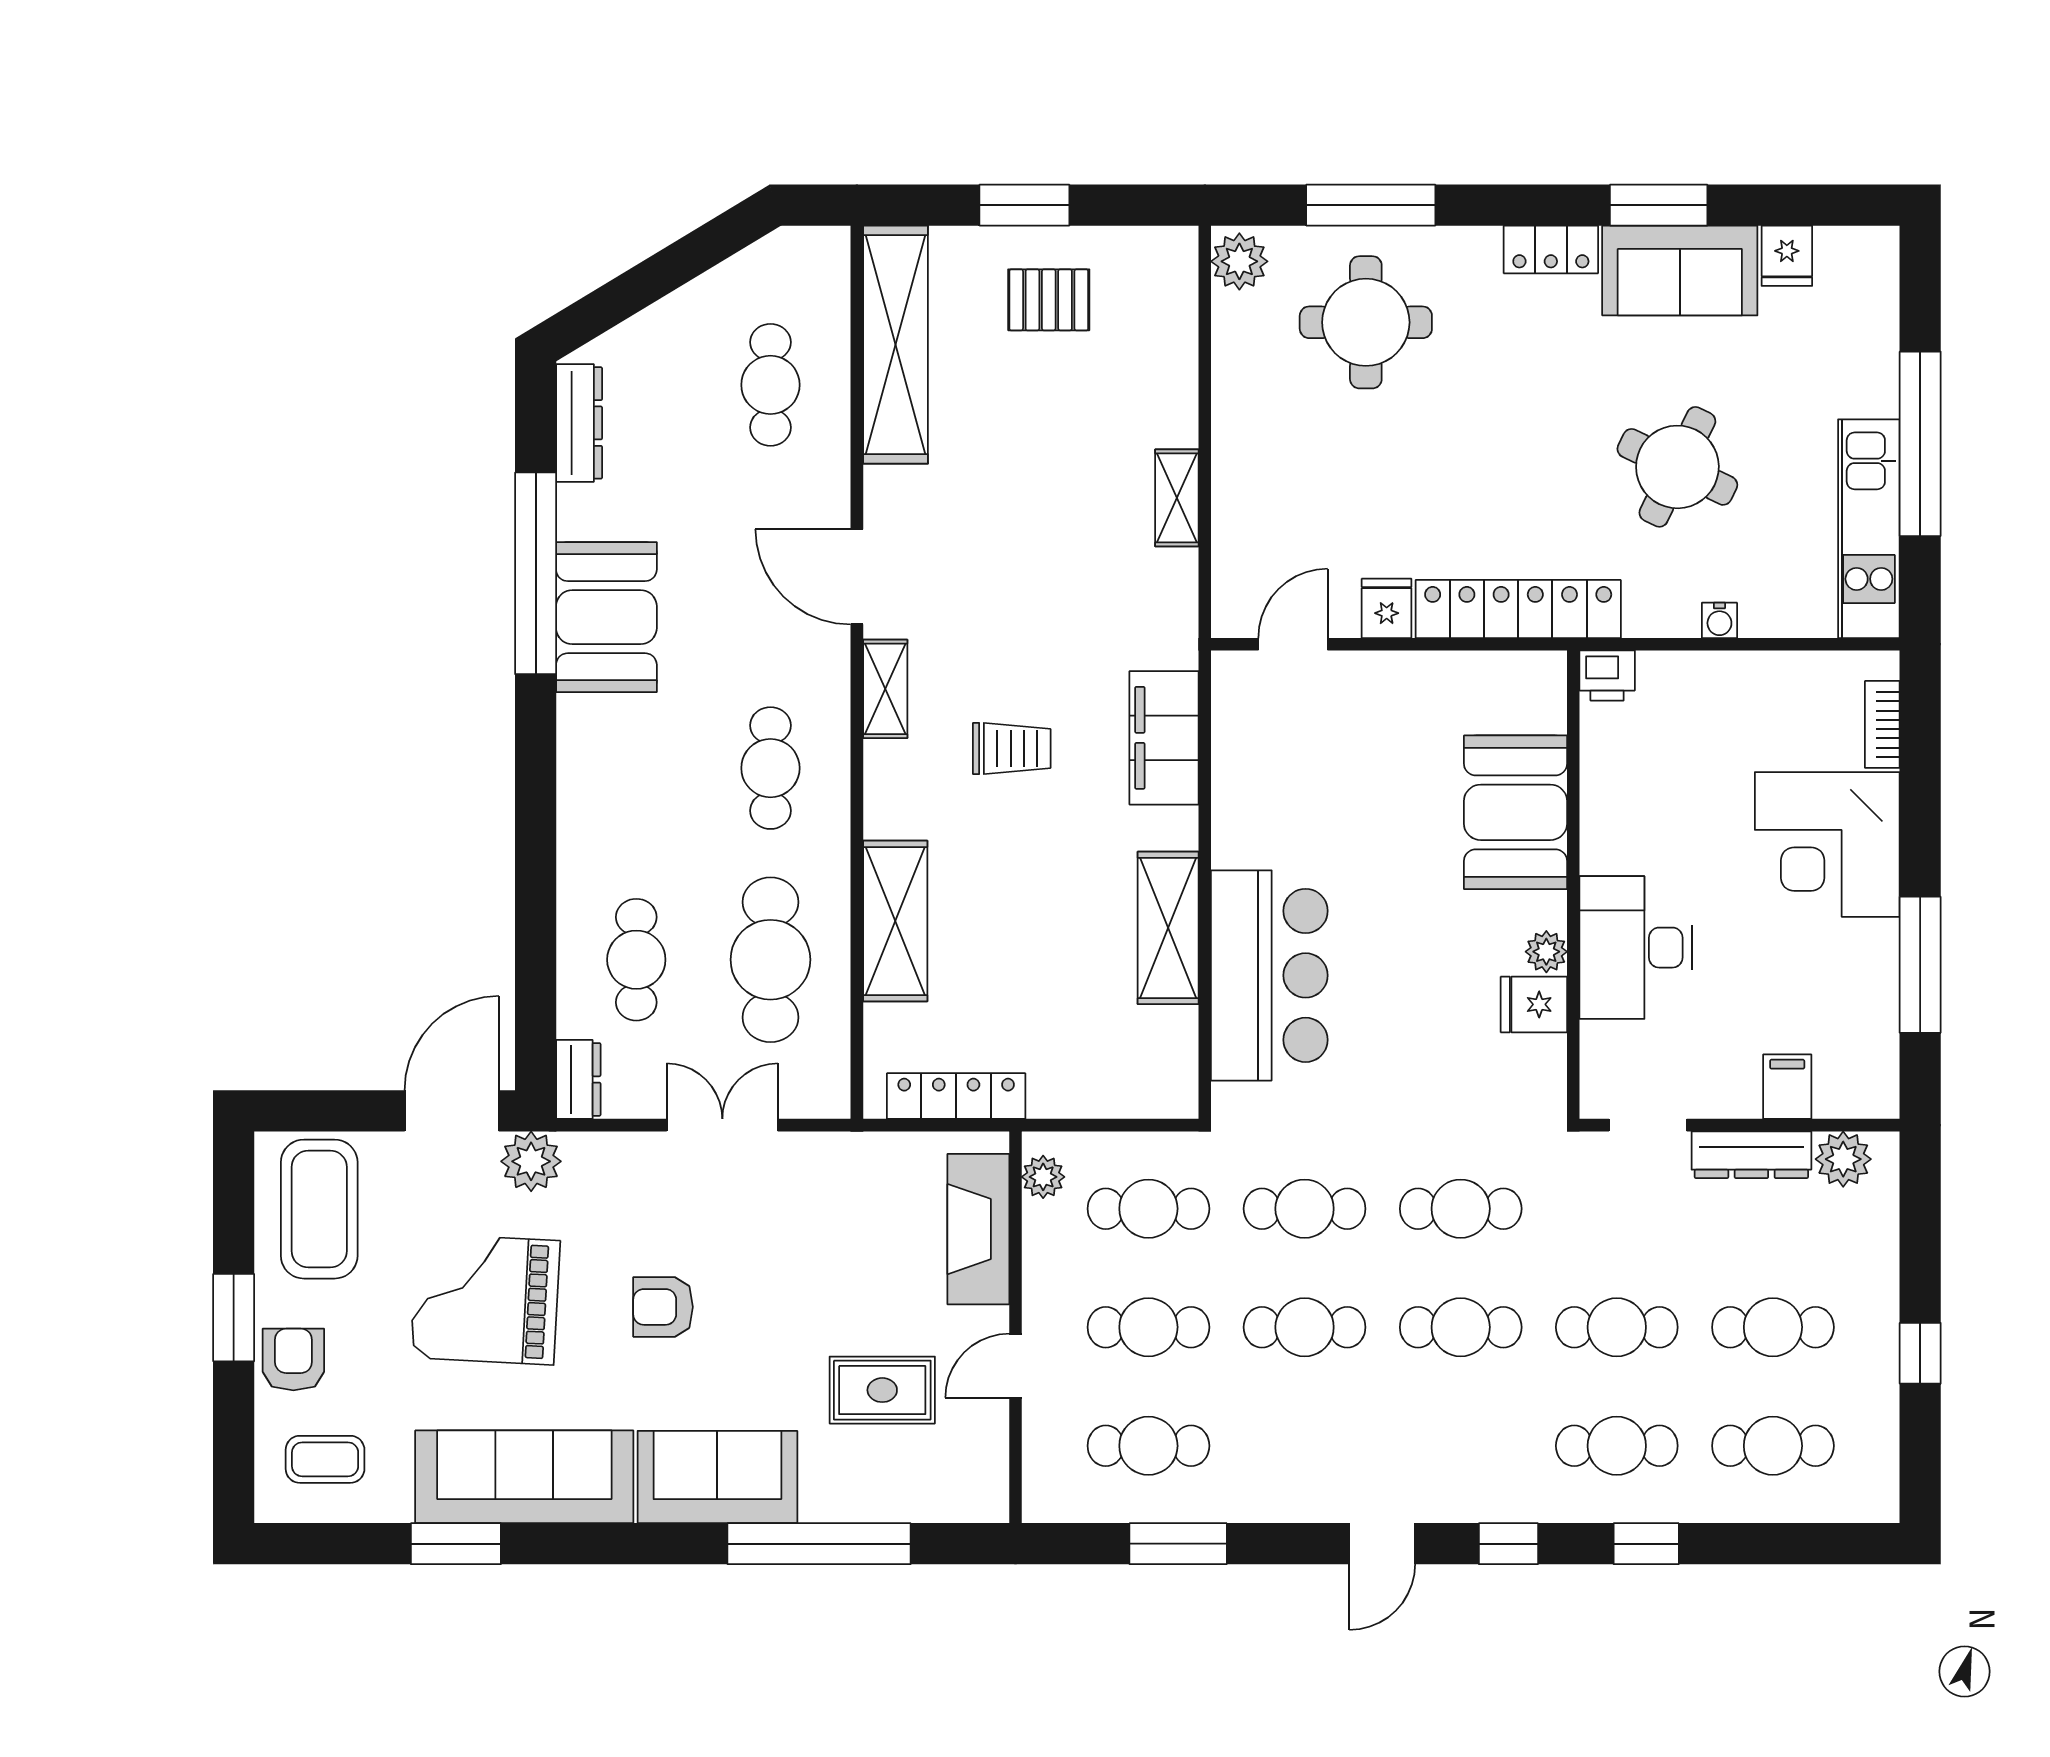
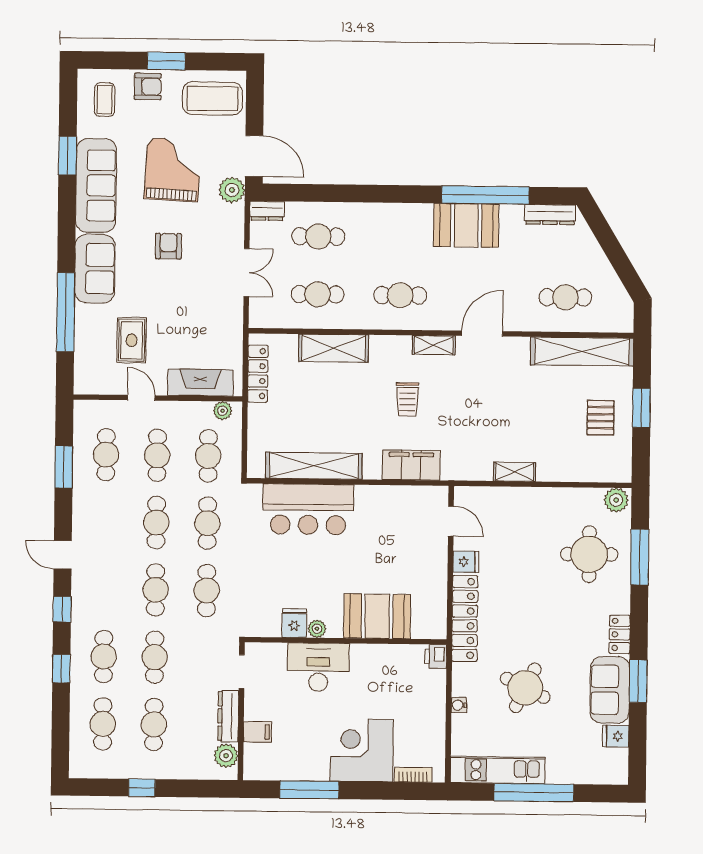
shelving: (1168, 928) -> (314, 466), width x1.47
cafe table: (770, 960) -> (318, 294), width x0.73, depth x0.74

